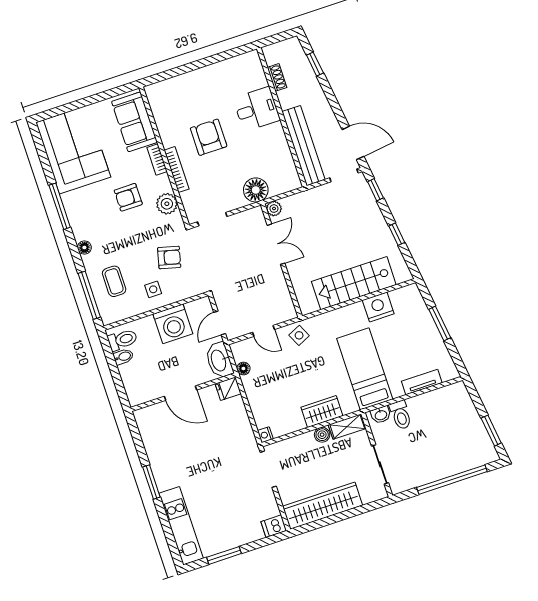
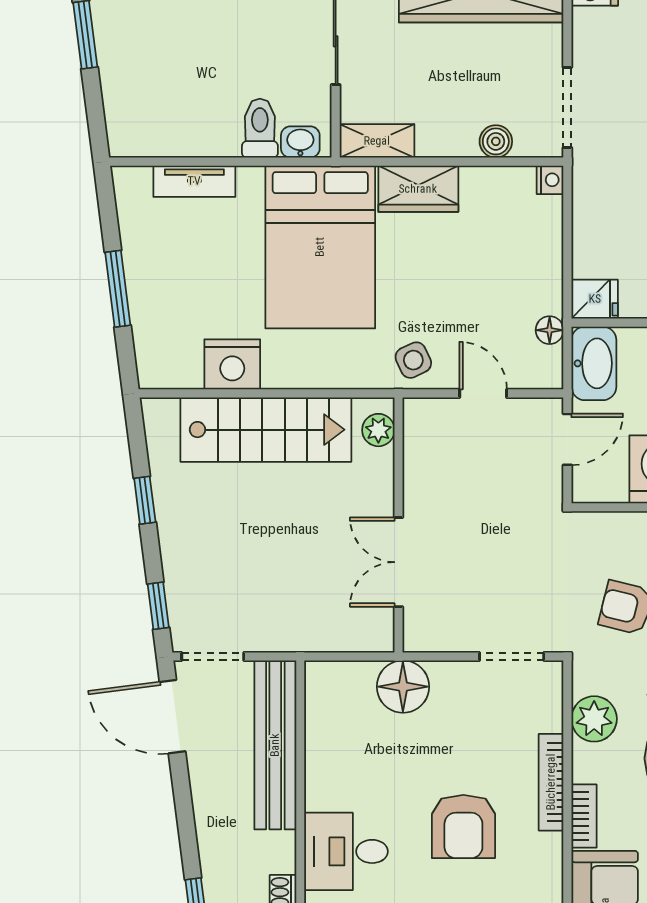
plant: (274, 209) -> (378, 430), moved
bed: (365, 369) -> (320, 247), width x1.50
boiler: (322, 435) -> (496, 141), moved

